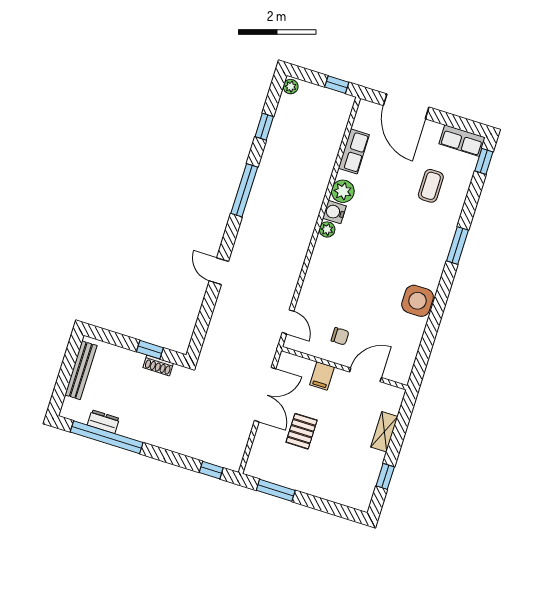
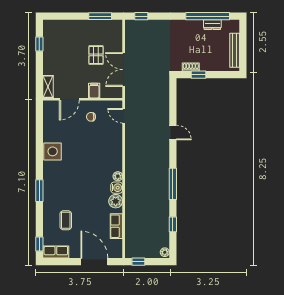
shelving: (384, 432) -> (48, 87), moved

